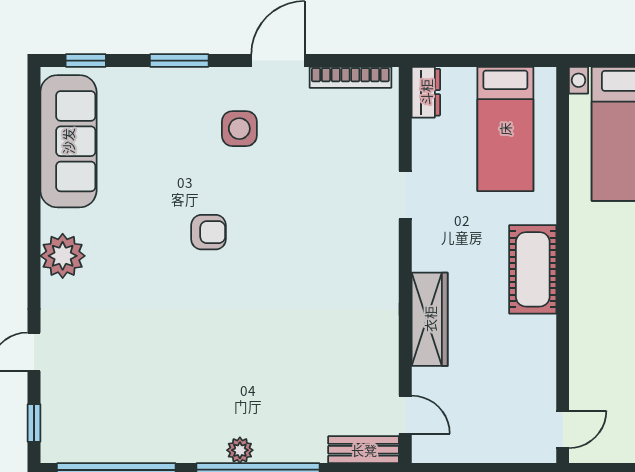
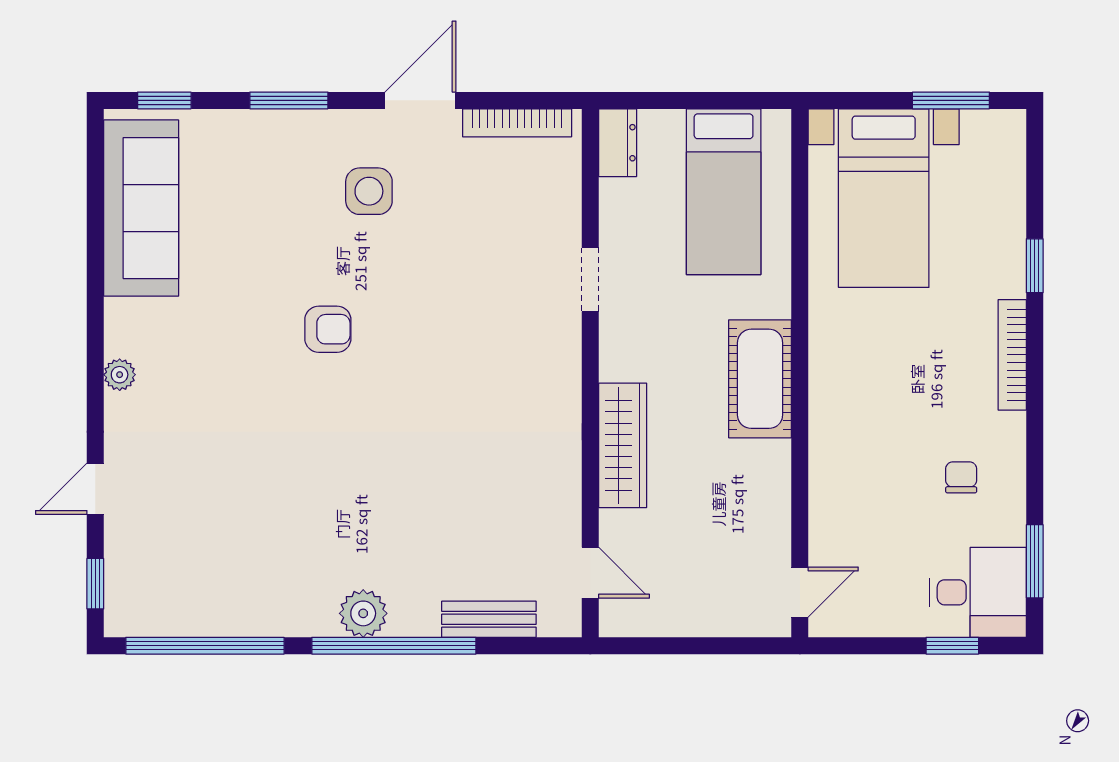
plant: (63, 256) -> (120, 375), width x0.53, depth x0.53
plant: (240, 450) -> (363, 613), width x1.38, depth x1.38
bench: (364, 450) -> (489, 619), moved

